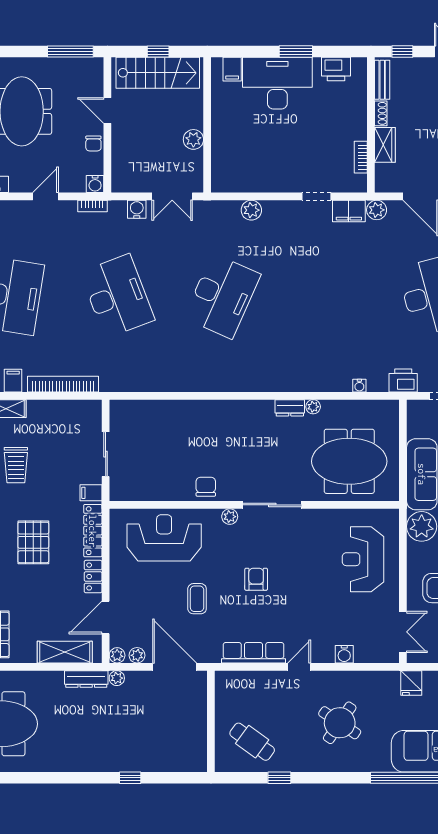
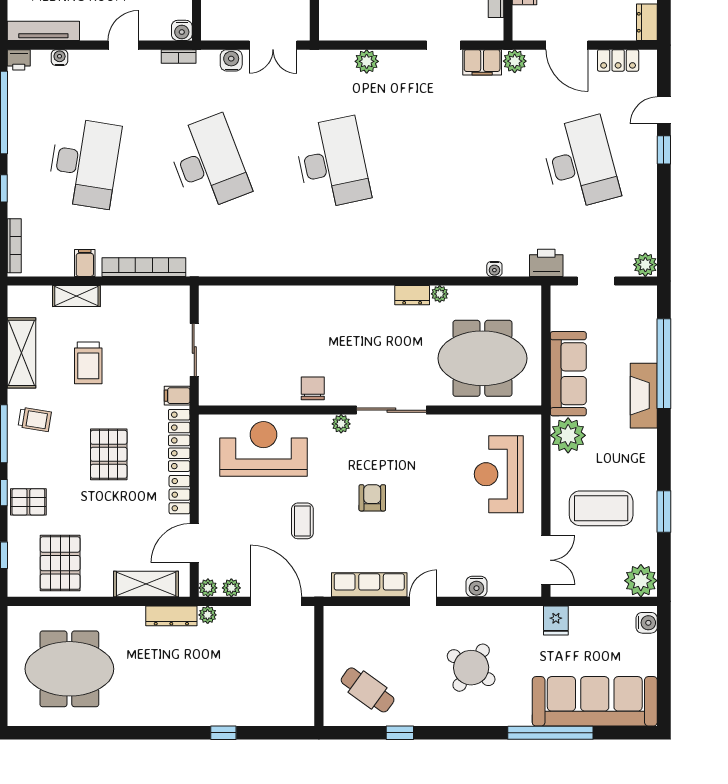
desk: (222, 296) -> (332, 163), turned -36

